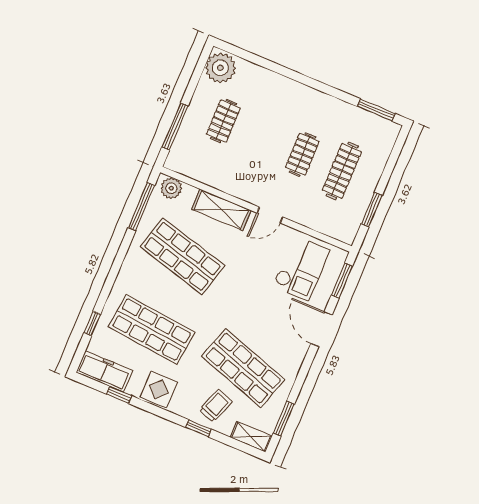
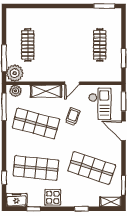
plant: (220, 68) -> (15, 73), moved
clothes rail: (223, 121) -> (28, 45), width x1.36
clothes rail: (302, 154) -> (76, 45), removed
freezer: (104, 371) -> (17, 200), width x0.71
trolley: (216, 406) -> (73, 117), moved

